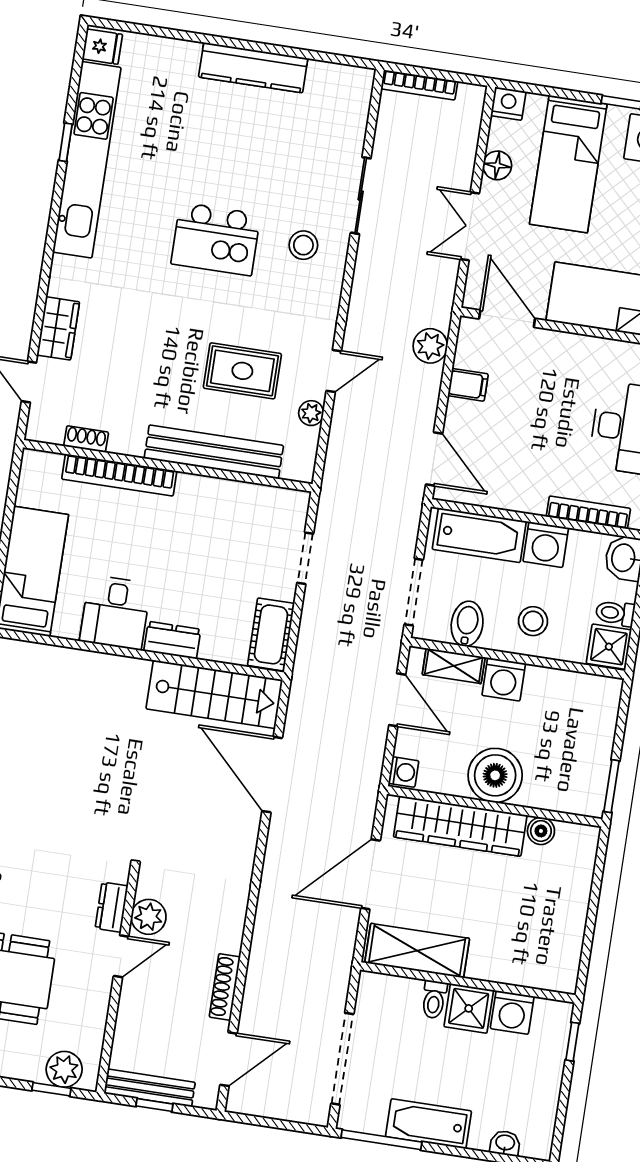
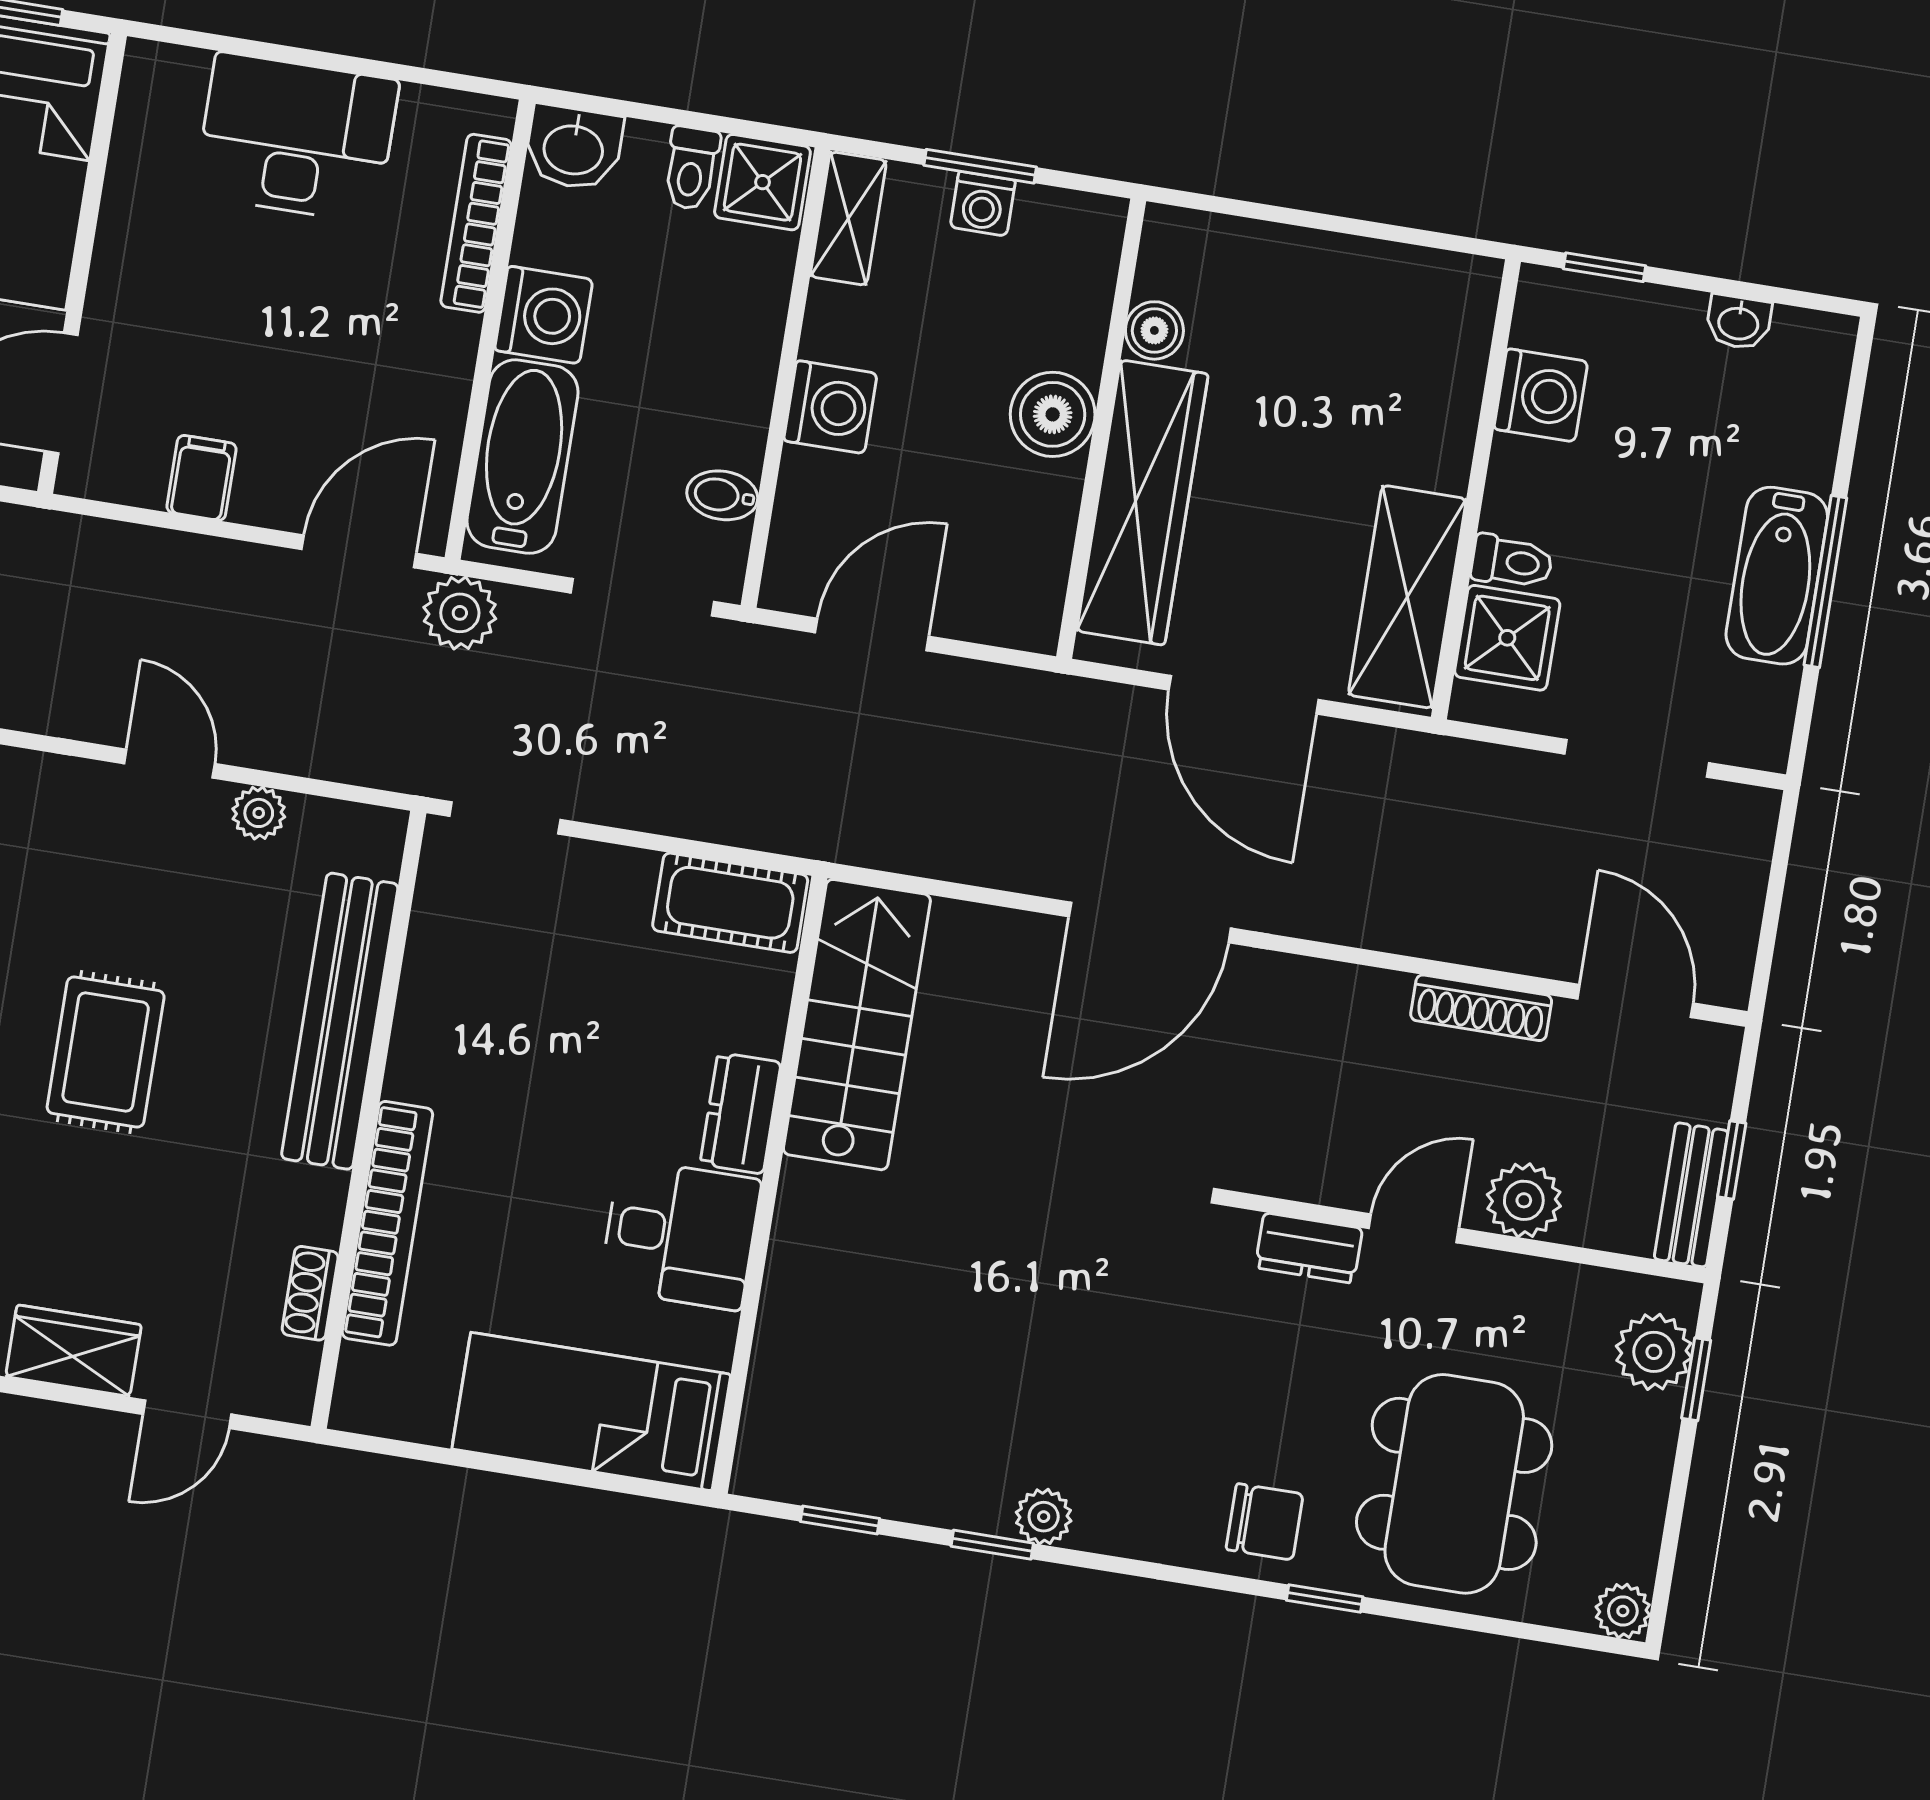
plant: (430, 346) -> (460, 613), moved
rug: (242, 371) -> (106, 1052), moved
doorway: (305, 558) -> (505, 818), moved
stool: (533, 621) -> (707, 343), removed
bidet: (467, 624) -> (722, 495), width x0.72, depth x0.74
shelving: (454, 666) -> (848, 218), moved
washing machine: (404, 772) -> (983, 204), moved, turned 180
door: (272, 775) -> (1150, 922), moved
boiler: (495, 775) -> (1053, 414), width x0.73, depth x0.73
window: (611, 786) -> (980, 166), moved
plant: (149, 917) -> (1524, 1200), moved
door: (121, 956) -> (1414, 1228), hinge flipped
shower: (469, 1008) -> (1507, 638), moved
doorway: (342, 1059) -> (1637, 758), width x0.73
bench: (150, 1088) -> (1691, 1195), width x0.73
window: (381, 1140) -> (1825, 581), moved
washbasin: (505, 1143) -> (1738, 322), moved, turned -90

